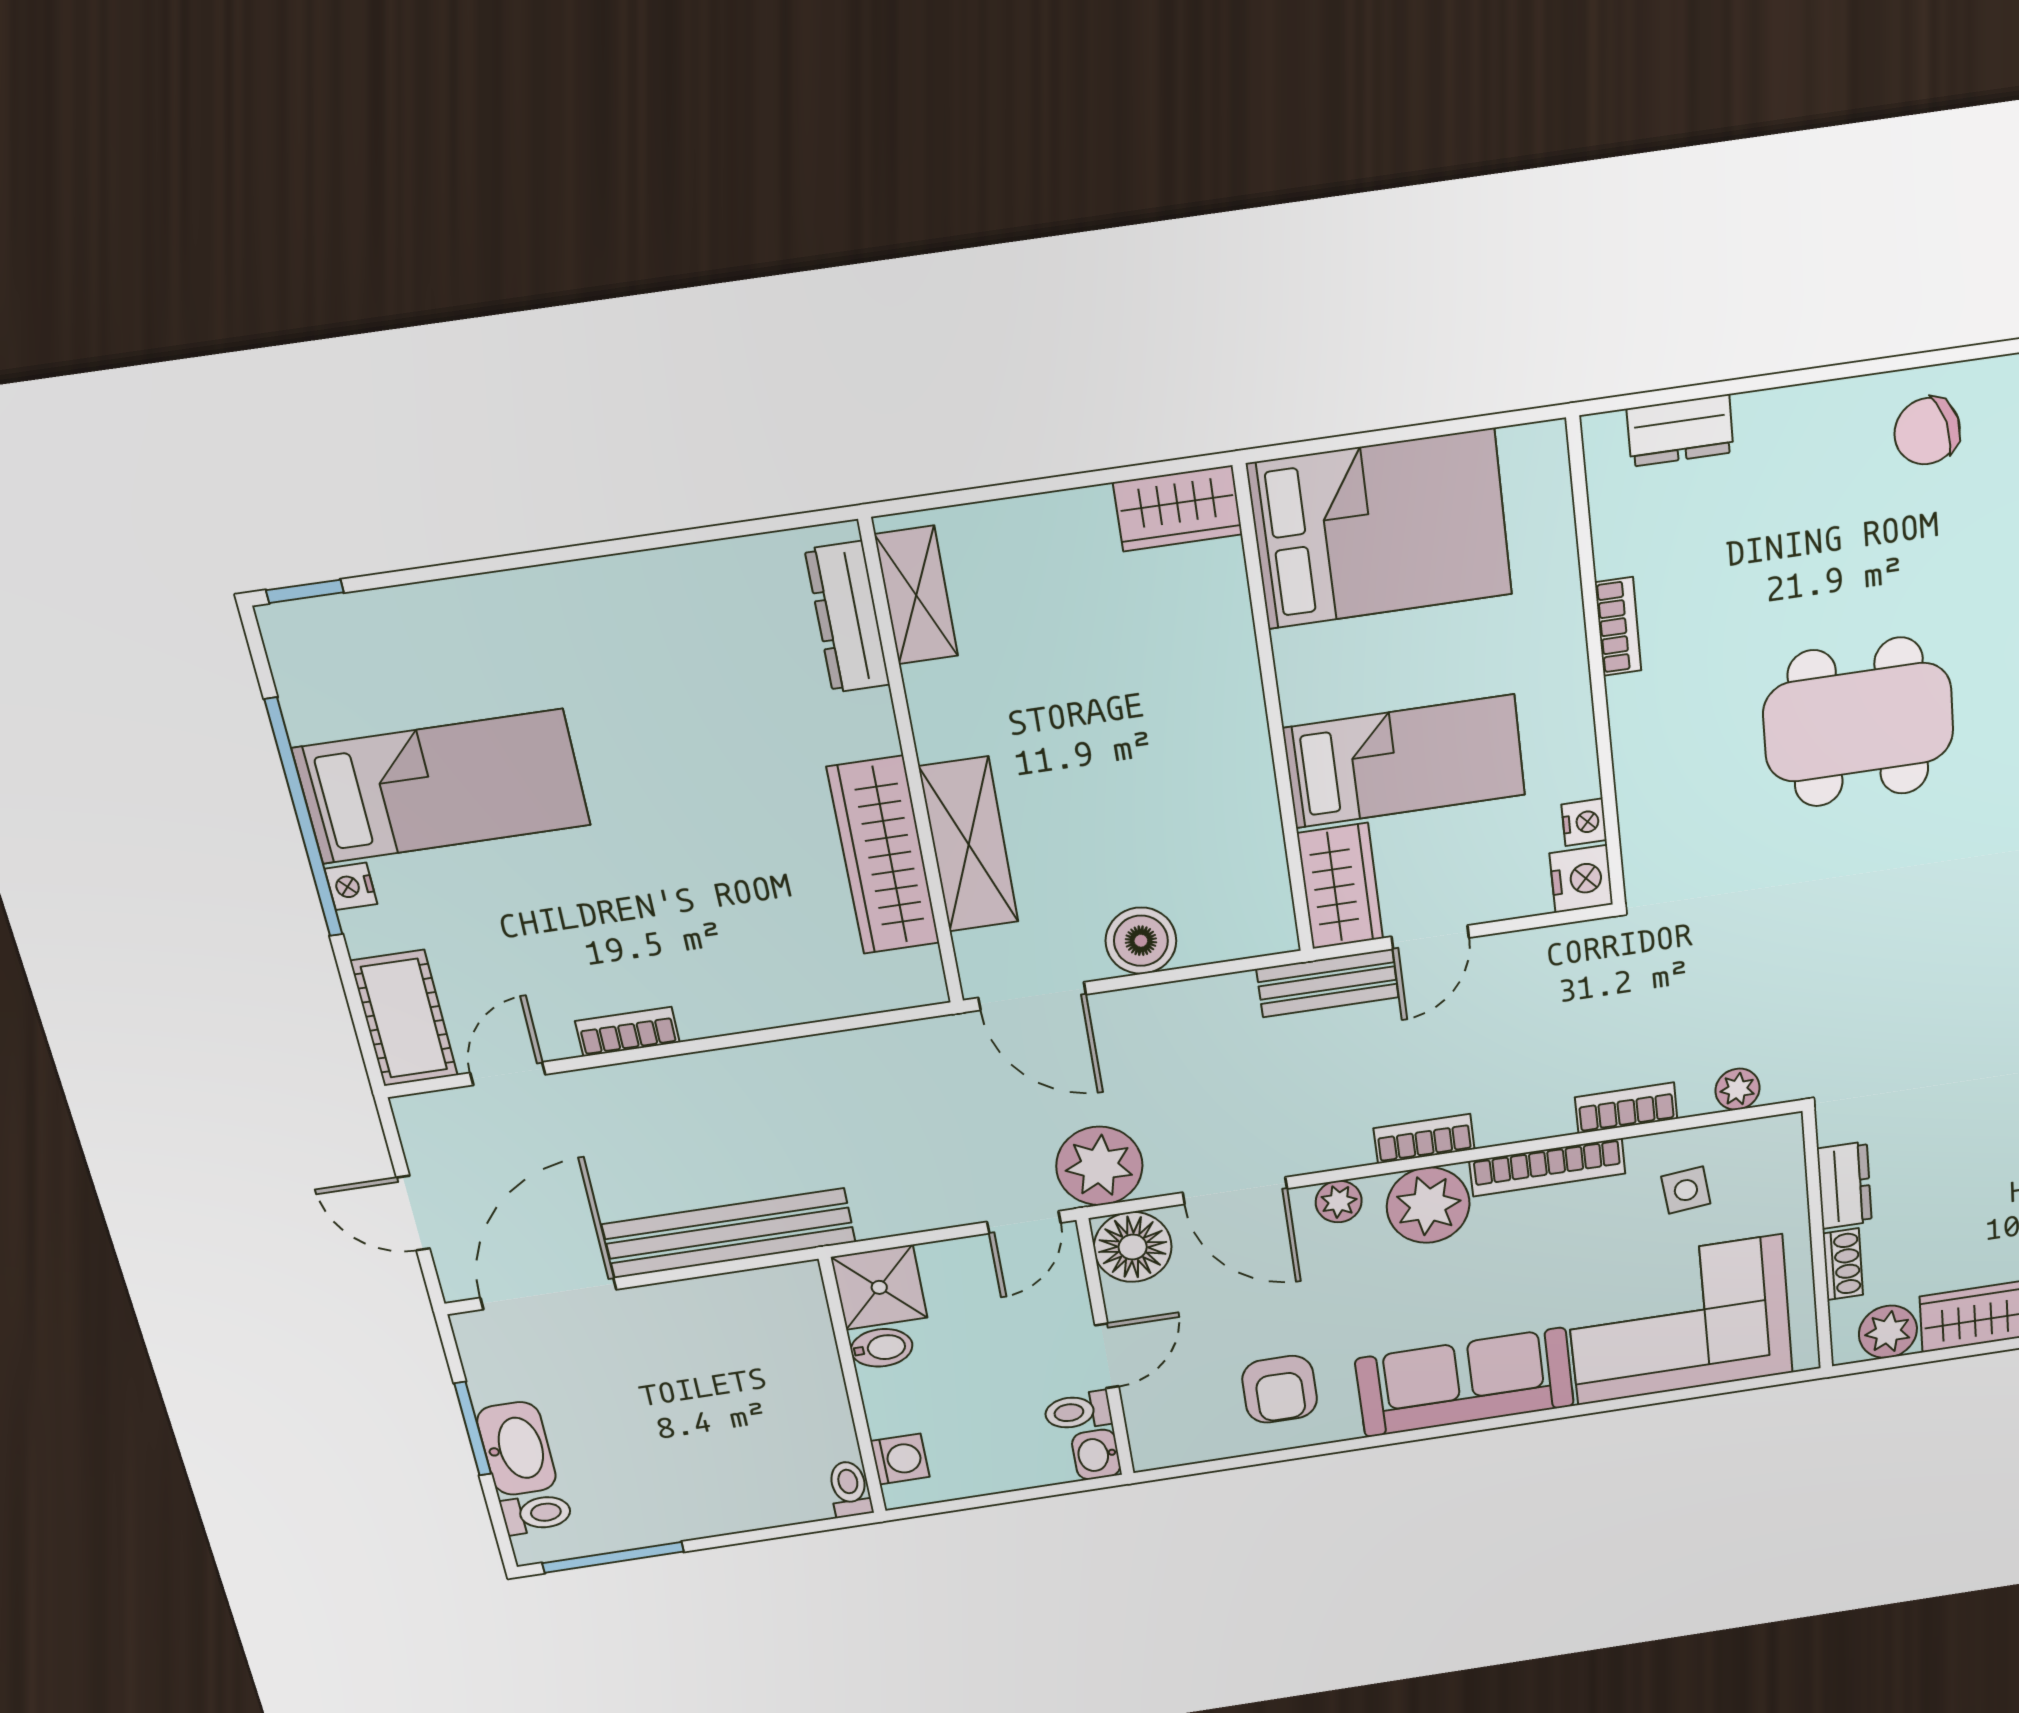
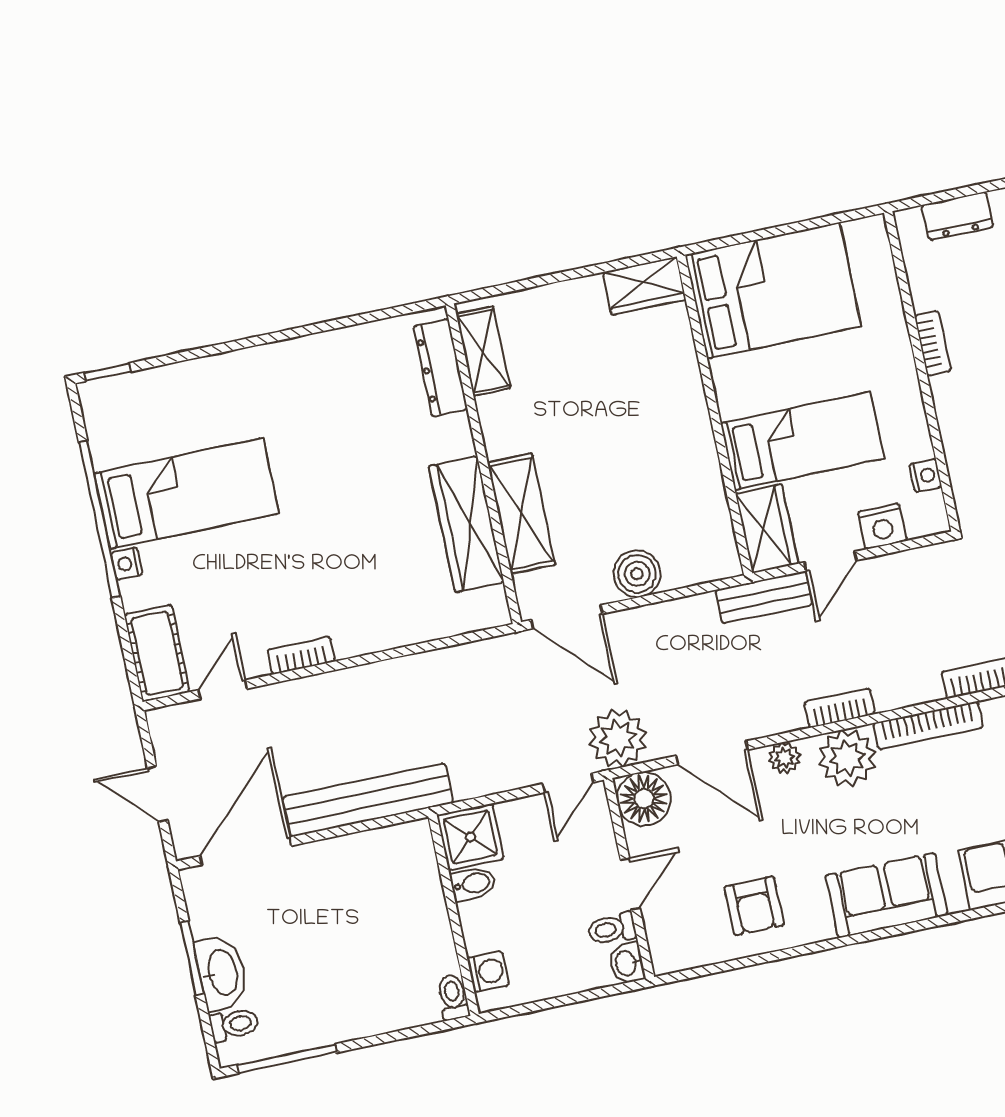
nightstand: (1581, 879) -> (882, 526), moved, turned 90
sofa: (1465, 1382) -> (886, 895), width x0.73

